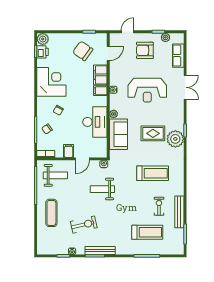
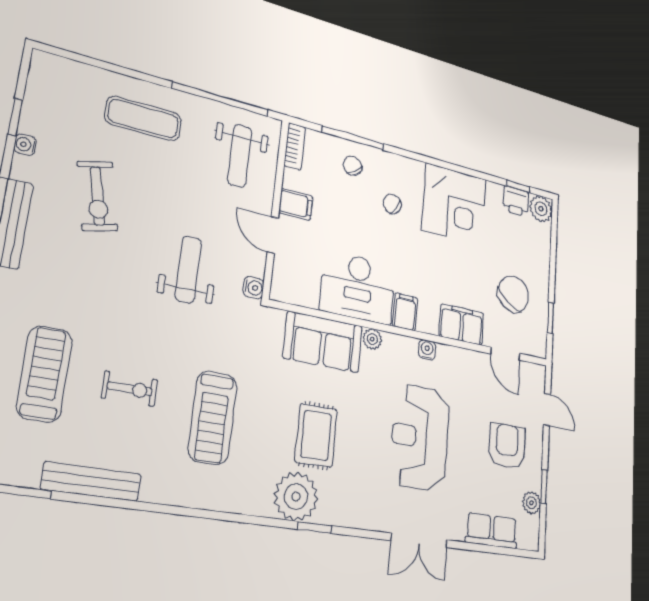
filing cabinet: (100, 91) -> (405, 312), moved
exercise bike: (159, 206) -> (130, 389), moved
treadmill: (147, 232) -> (44, 374), turned 180

